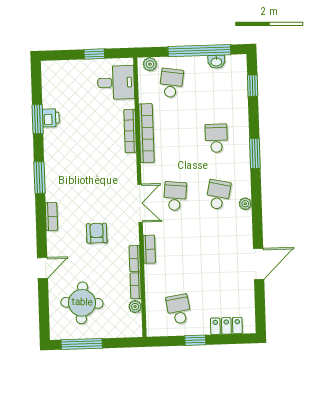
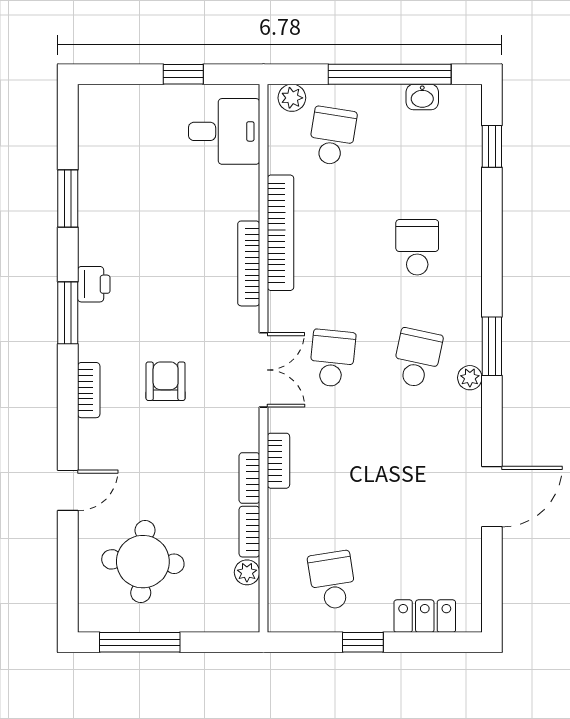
printer: (51, 118) -> (94, 284), moved
bookcase: (130, 131) -> (249, 263), moved
window: (255, 153) -> (492, 346), moved
armchair: (97, 233) -> (166, 381), moved

